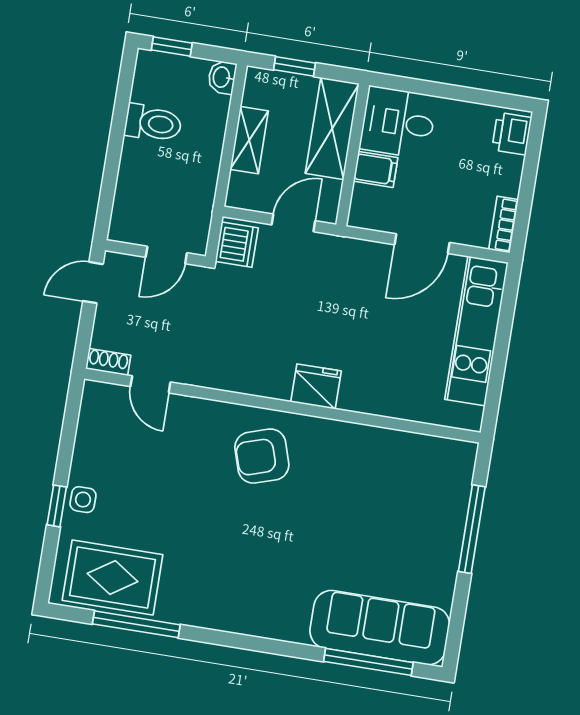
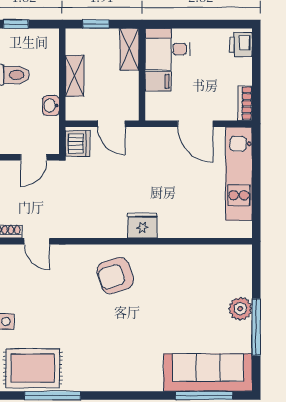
washbasin: (222, 77) -> (51, 106), moved
shelving: (332, 128) -> (129, 49), width x0.67, depth x0.75
door: (293, 223) -> (111, 124), swing flipped
door: (422, 244) -> (195, 124), hinge flipped
window: (472, 529) -> (256, 327), moved
plant: (445, 538) -> (240, 309), added

